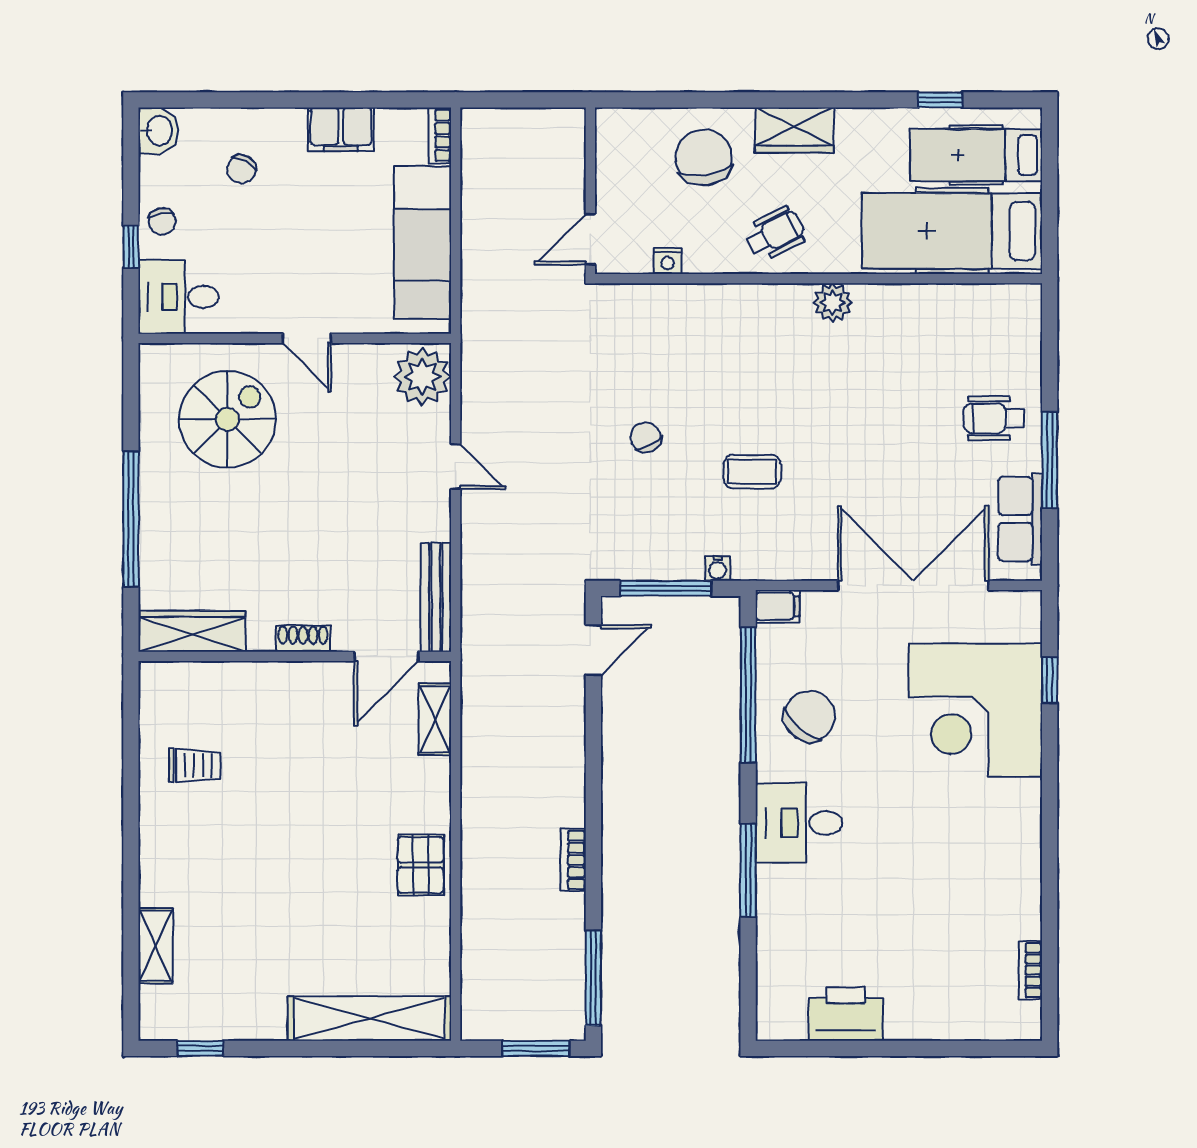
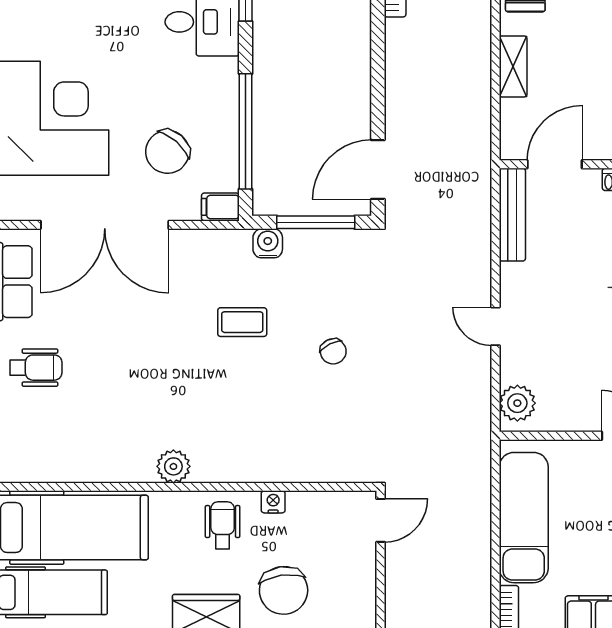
wheelchair: (775, 234) -> (223, 525), turned 117
nightstand: (668, 261) -> (273, 502), moved
plant: (422, 377) -> (517, 403), width x0.73, depth x0.73
water cooler: (717, 568) -> (268, 243), width x1.38, depth x1.38
door: (593, 650) -> (378, 170), width x1.38
chair: (810, 716) -> (167, 152), moved
shelving: (435, 719) -> (513, 66), moved

